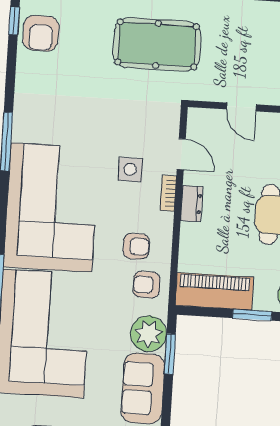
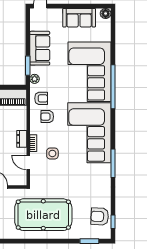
armchair: (41, 33) -> (100, 216), turned -88
pool table: (157, 44) -> (43, 215), width x1.36, depth x1.32
plant: (148, 334) -> (35, 79), width x0.53, depth x0.53

